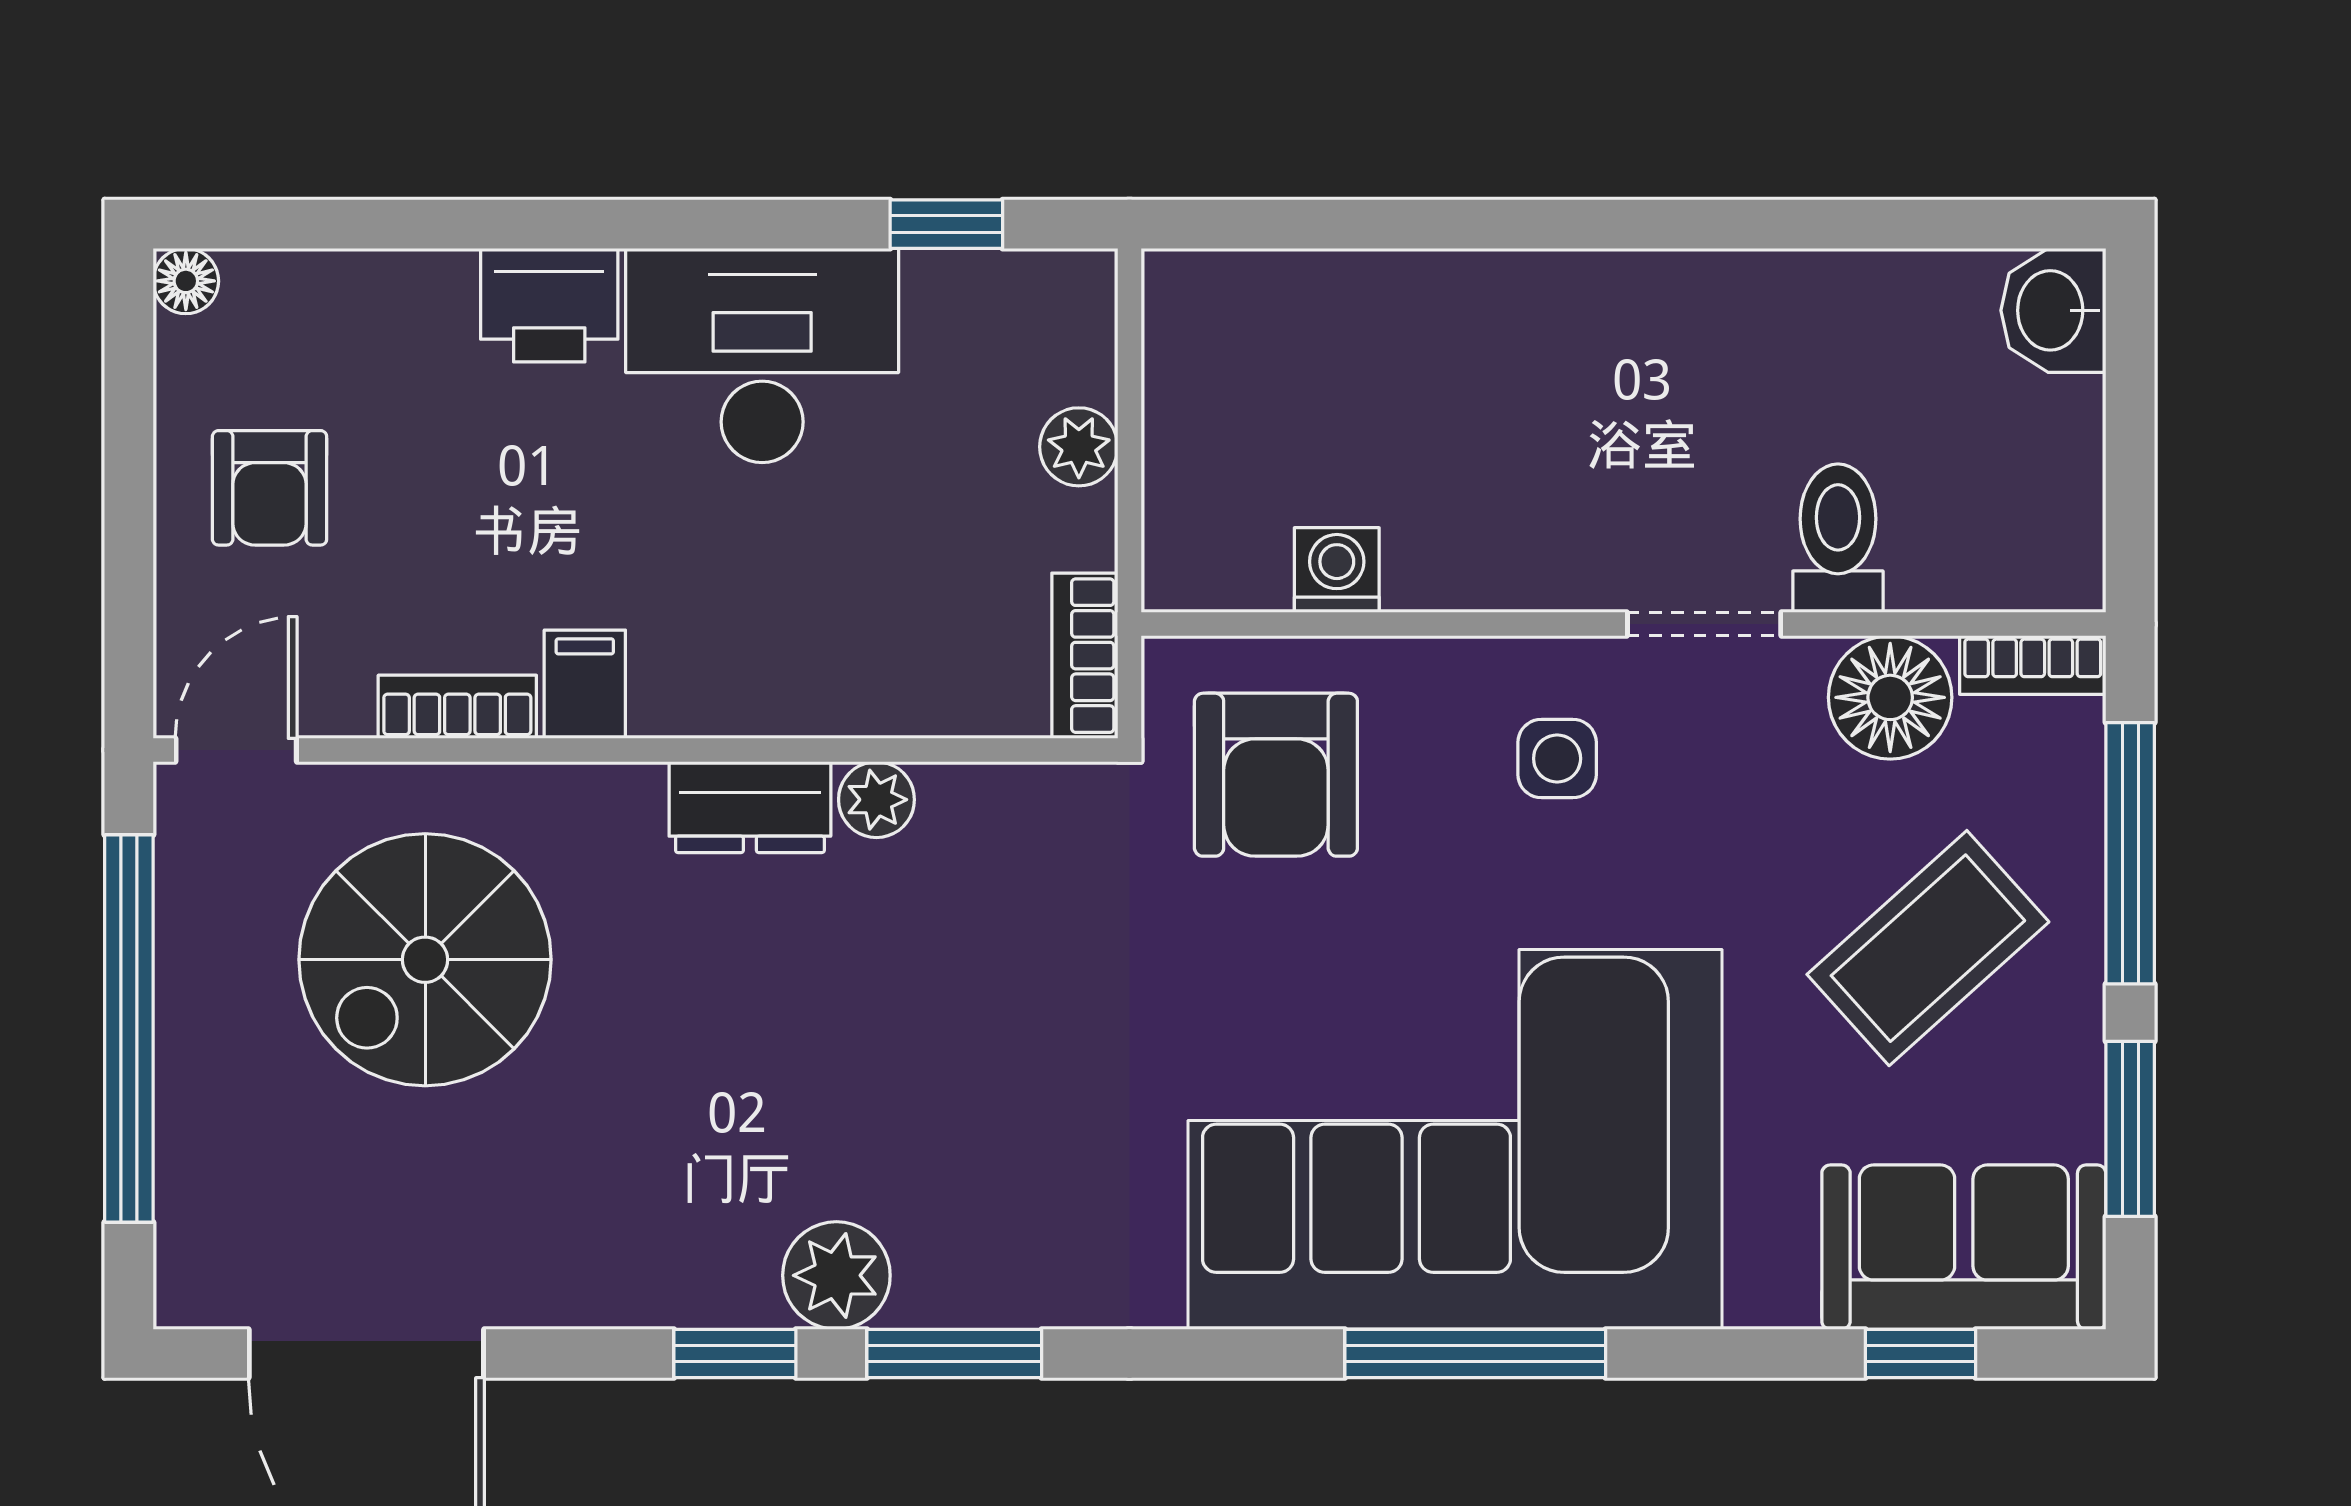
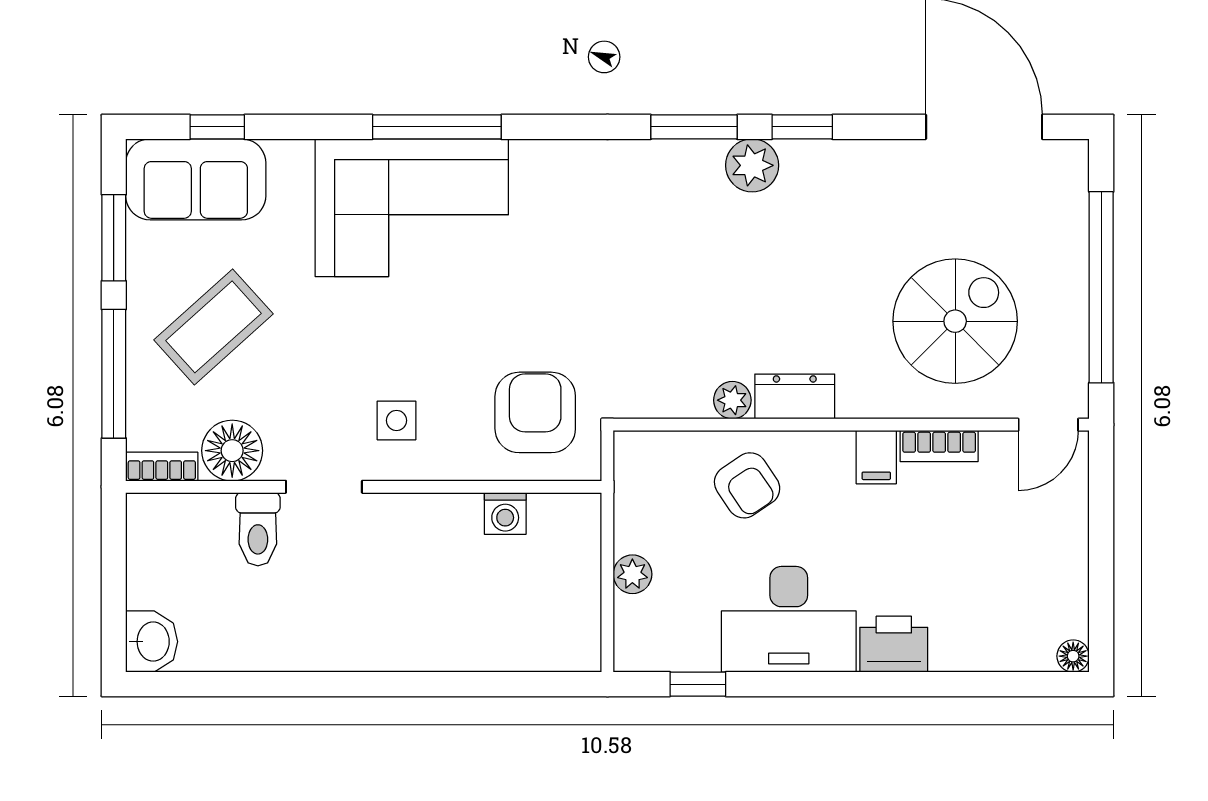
armchair: (270, 488) -> (747, 485), moved, turned 146
bookcase: (1085, 656) -> (629, 471), removed
corner sofa: (1455, 1139) -> (412, 208), width x0.73, depth x0.74

